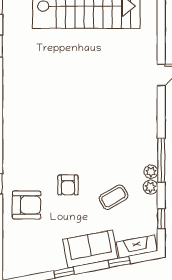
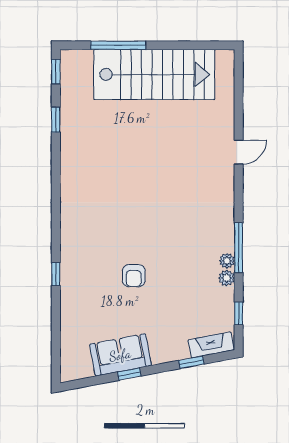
coffee table: (114, 197) -> (185, 289), removed
armchair: (27, 205) -> (87, 298), removed
sofa: (90, 249) -> (120, 355), moved

